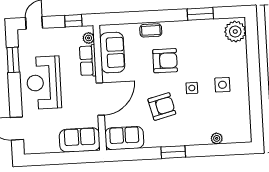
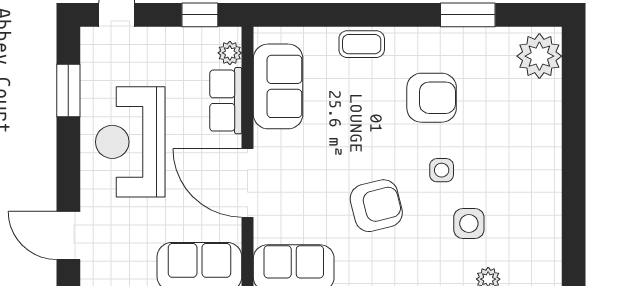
armchair: (165, 61) -> (432, 98), moved
side table: (222, 85) -> (469, 224), moved
door: (100, 99) -> (248, 183), swing flipped

